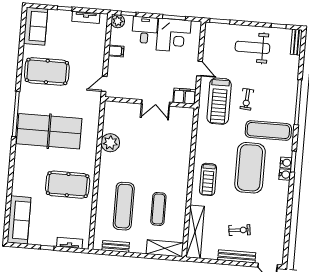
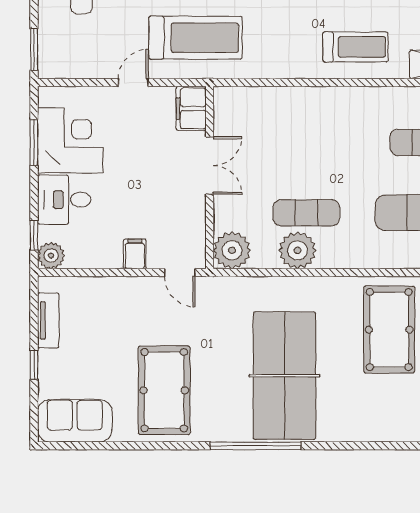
filing cabinet: (116, 51) -> (135, 254), moved
plant: (113, 110) -> (232, 250), added
exercise mat: (128, 149) -> (306, 213), added

